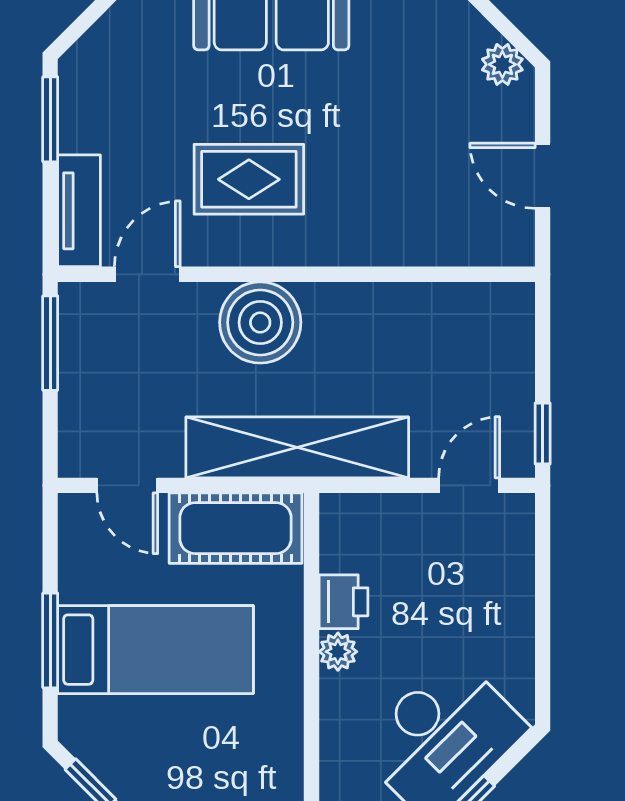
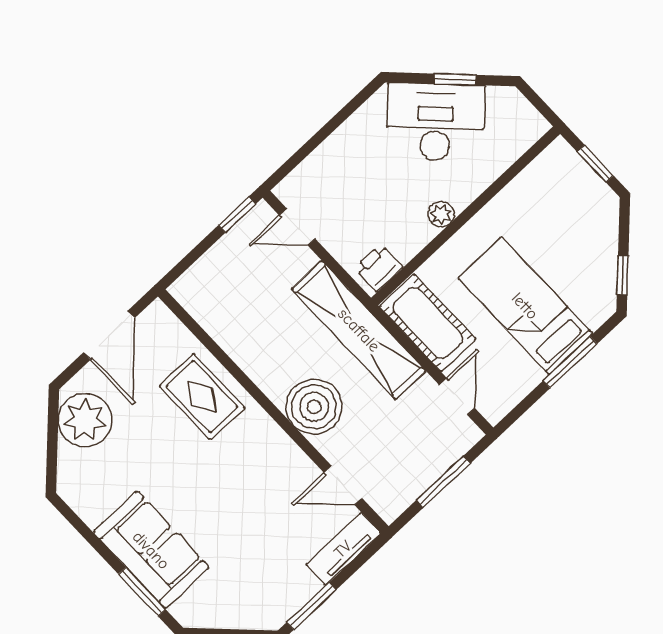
plant: (502, 64) -> (85, 420), width x1.88, depth x1.88
door: (543, 176) -> (109, 335), width x1.38
rug: (249, 179) -> (202, 397), moved
window: (50, 343) -> (443, 482), moved
printer: (344, 602) -> (379, 268), moved

